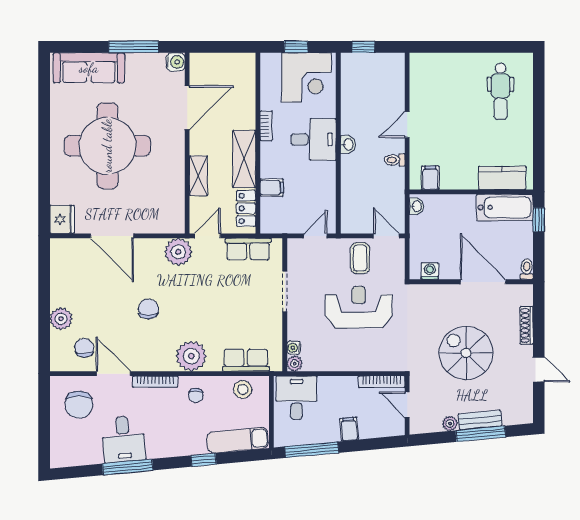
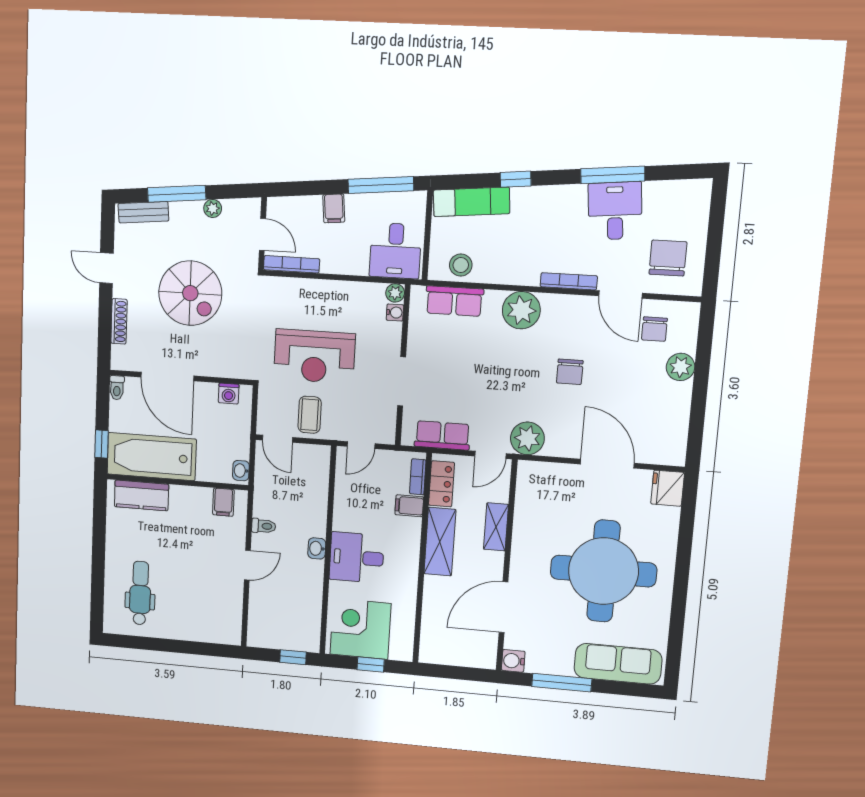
bookcase: (266, 126) -> (418, 477), moved
bathtub: (505, 207) -> (152, 457), width x1.36, depth x1.36
chair: (196, 395) -> (519, 261), removed
bench: (480, 420) -> (143, 212), moved

